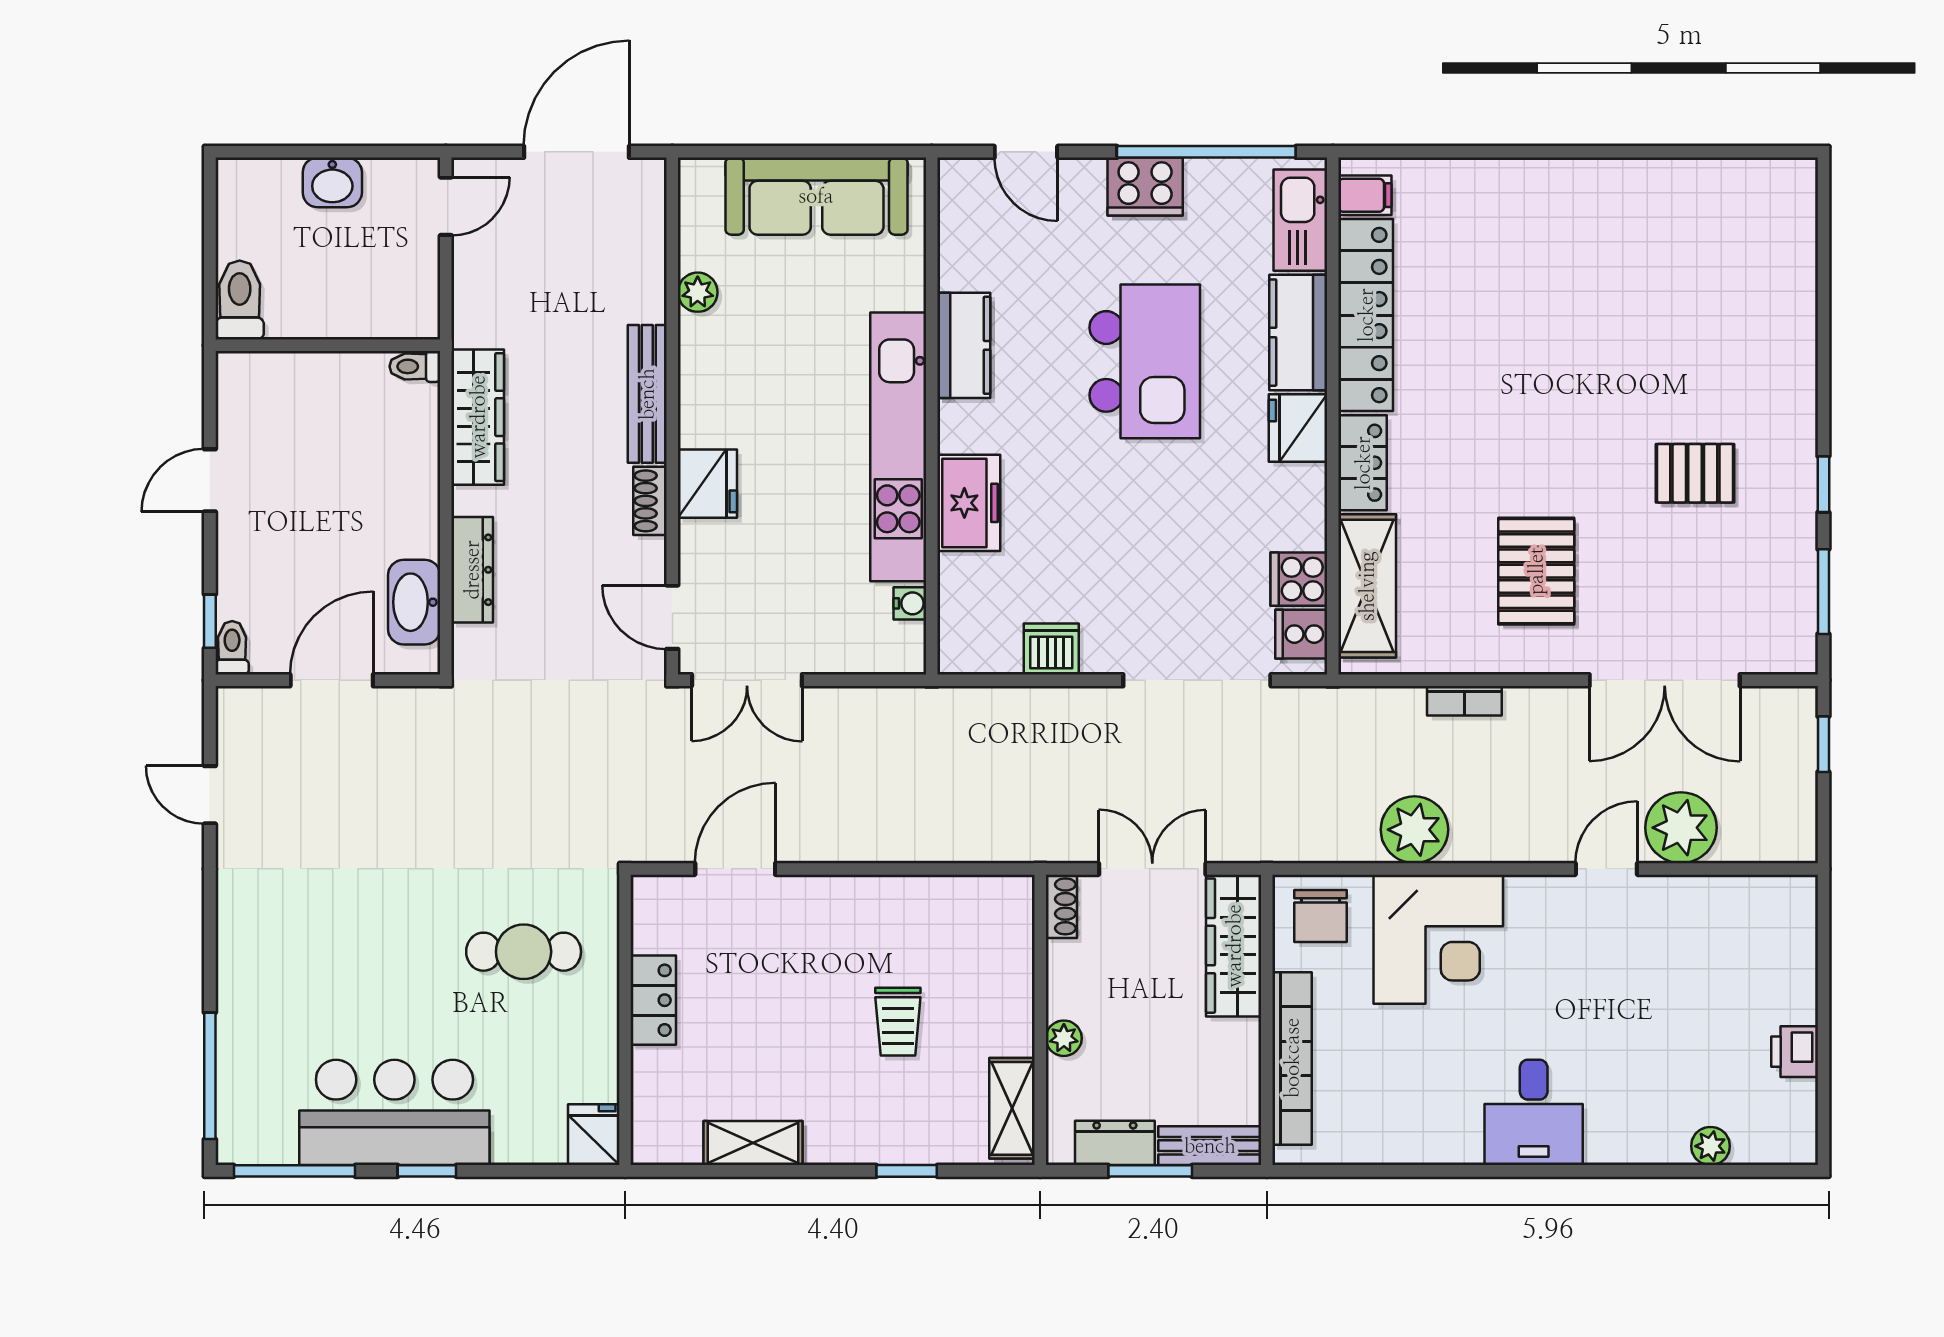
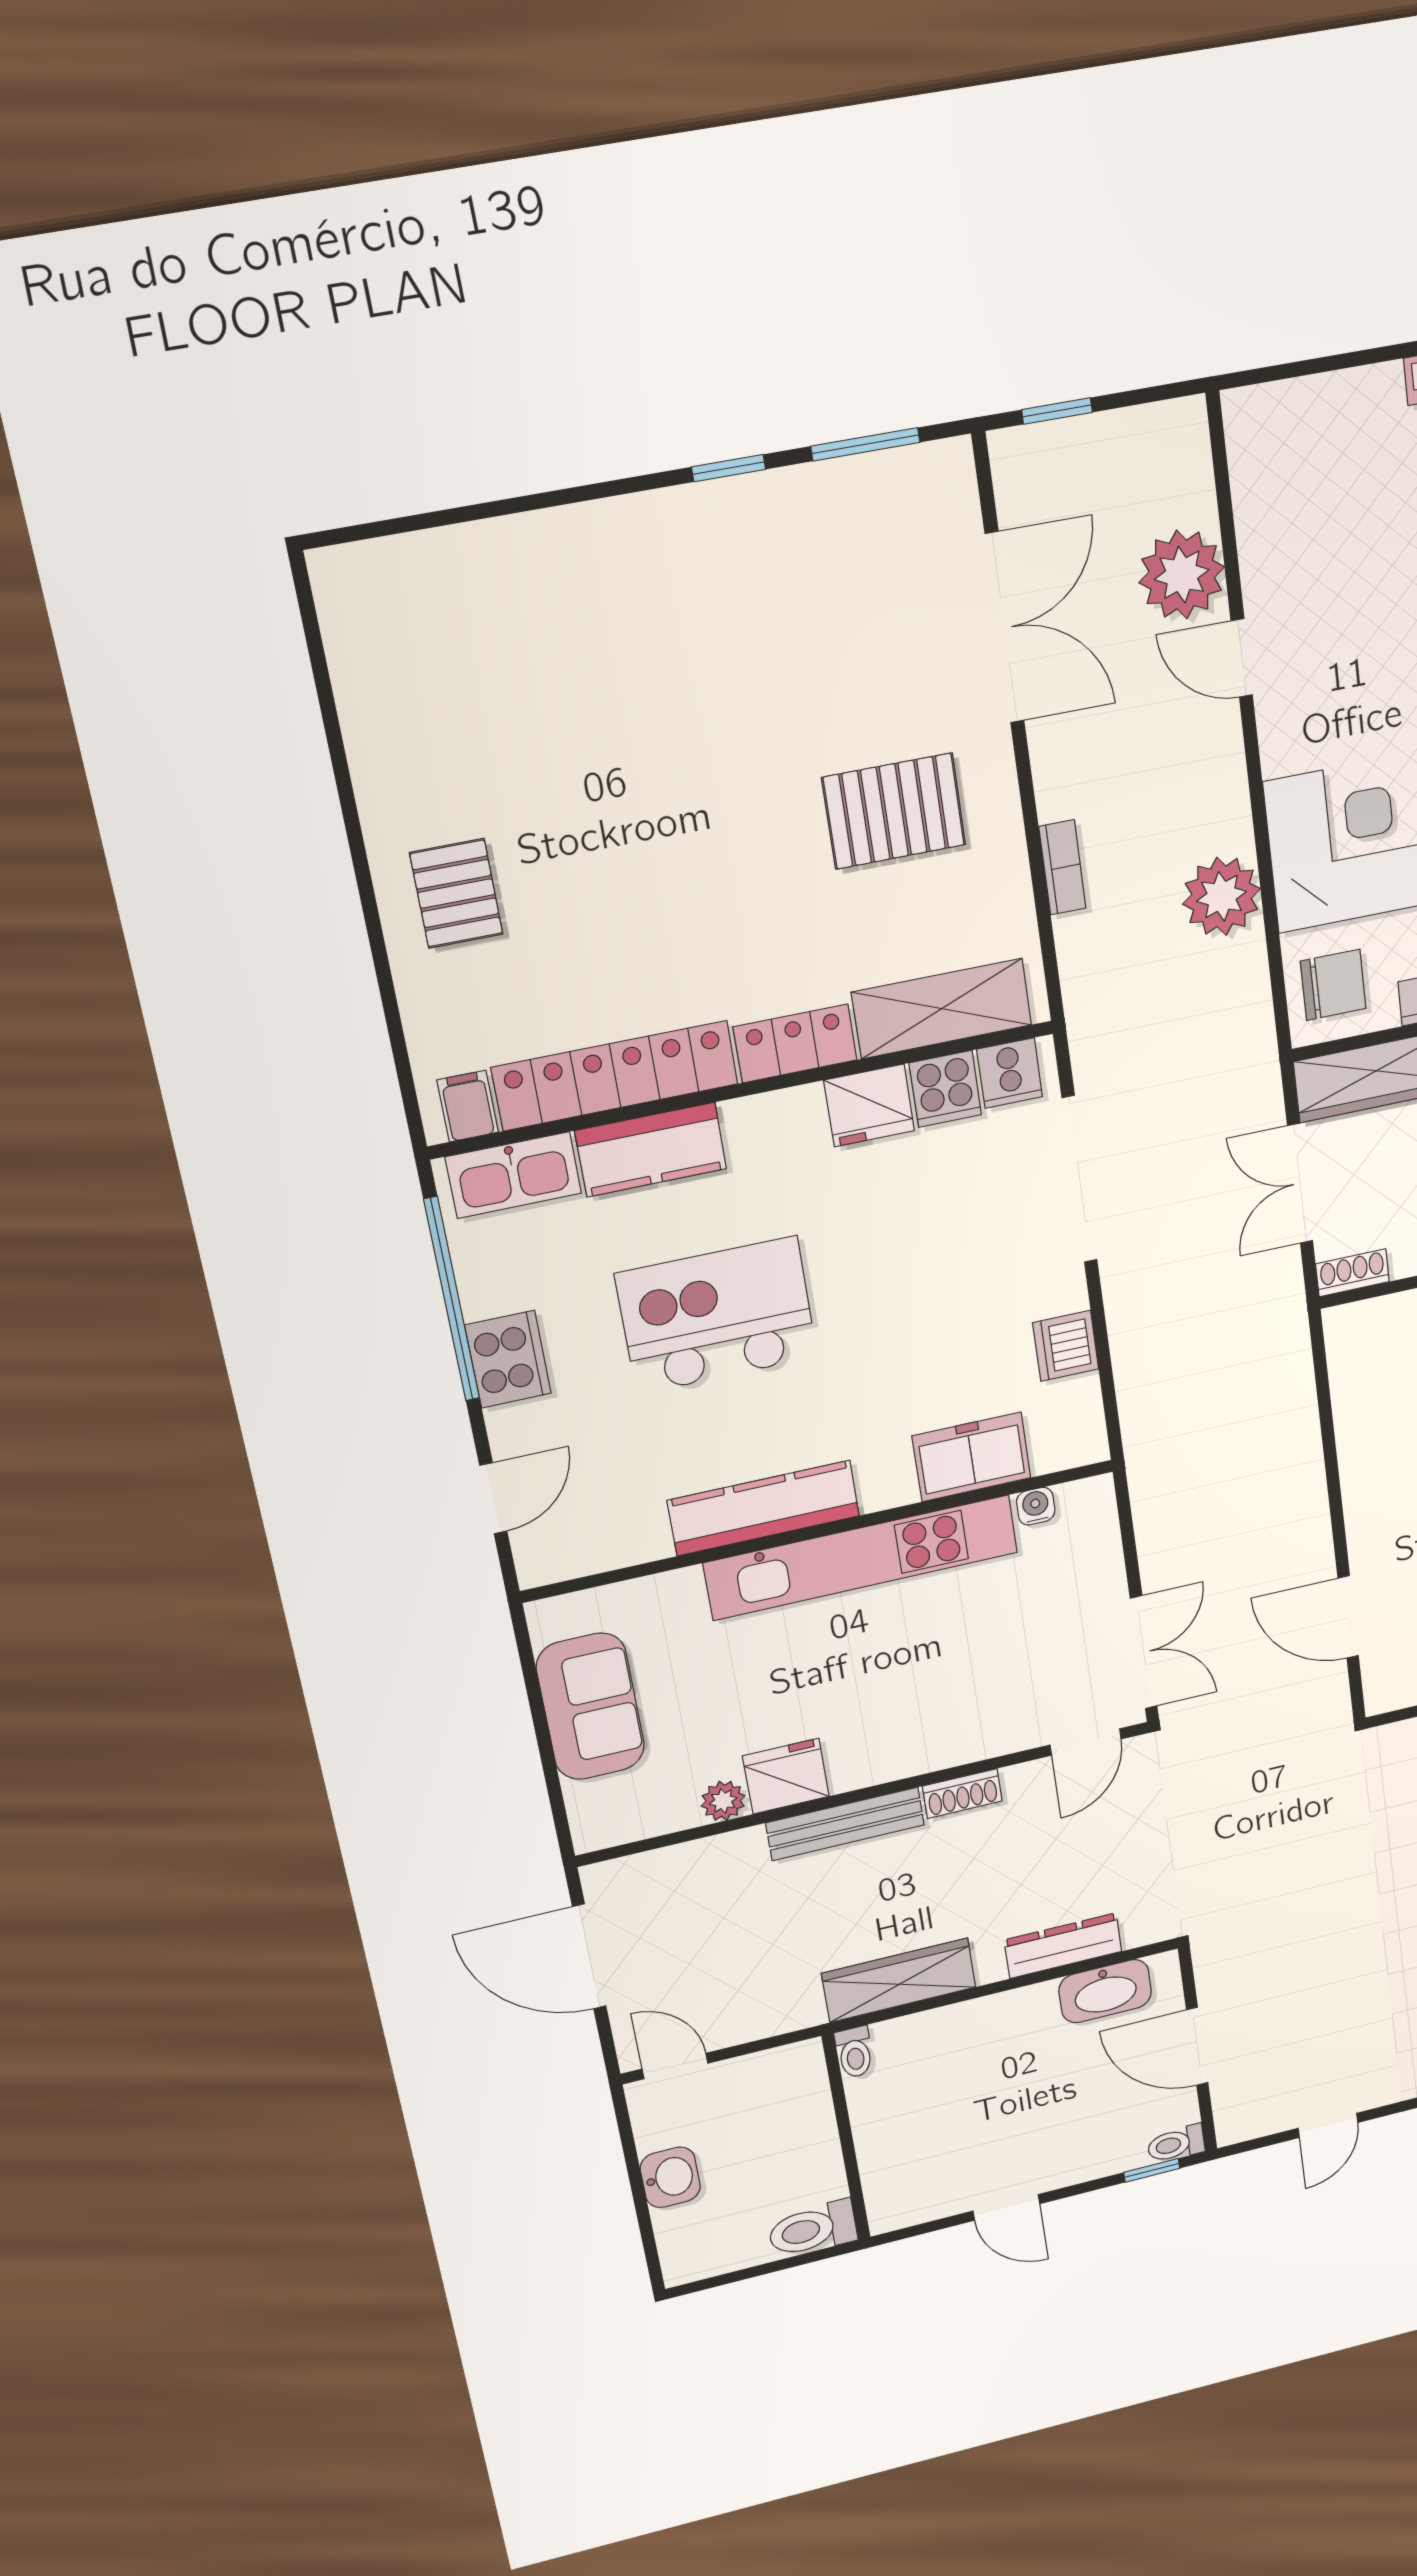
sofa: (816, 196) -> (590, 1707), width x0.73
kitchen counter: (964, 345) -> (764, 1508), width x1.50
fridge: (1298, 428) -> (869, 1105), moved
pallet: (1695, 473) -> (456, 894), moved
fridge: (707, 484) -> (786, 1776), moved
freezer: (969, 503) -> (971, 1457), moved

